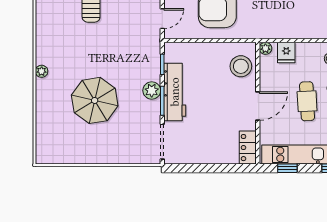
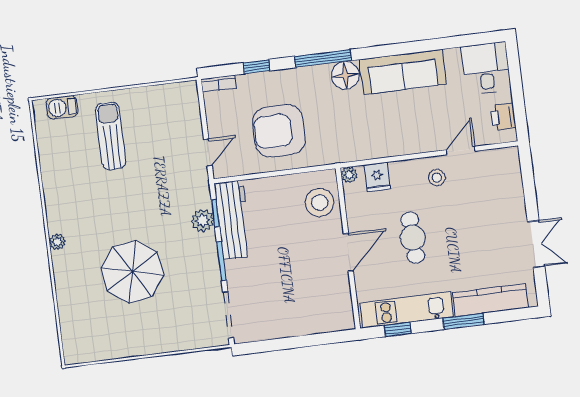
plant: (152, 91) -> (202, 221), moved
workbench: (175, 92) -> (233, 220), moved
locker: (248, 148) -> (342, 309), removed

